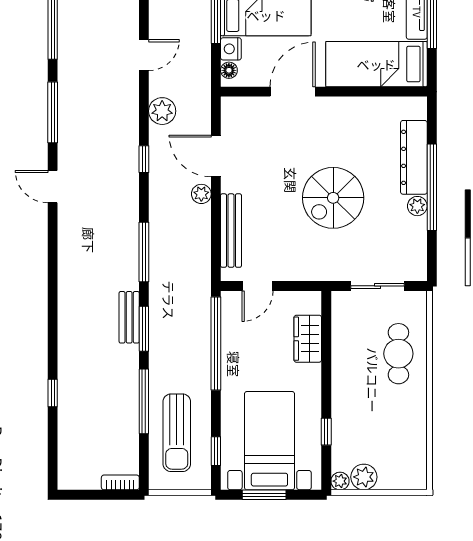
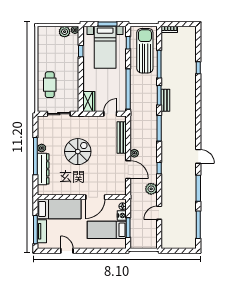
wardrobe: (308, 339) -> (89, 101), moved
sun lounger: (177, 433) -> (145, 51), width x1.36, depth x1.34

